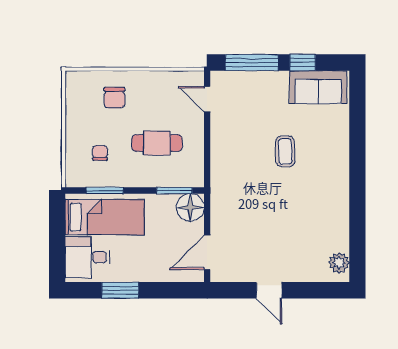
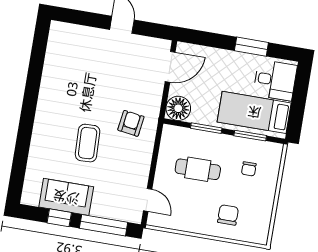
sofa: (318, 87) -> (66, 197), moved
coffee table: (285, 151) -> (88, 143), width x1.36, depth x1.30
armchair: (240, 182) -> (131, 123), added
window: (174, 191) -> (206, 128), moved
plant: (339, 263) -> (57, 38), removed

